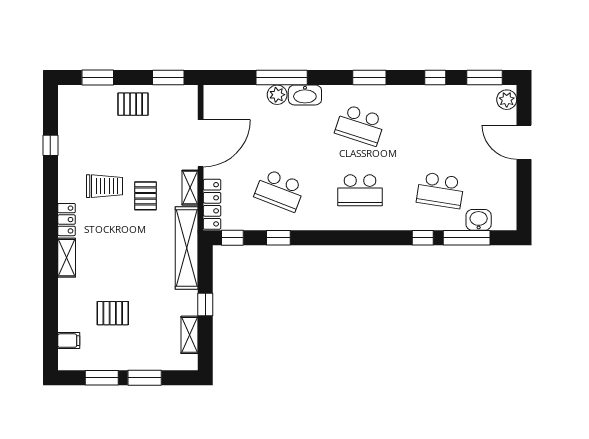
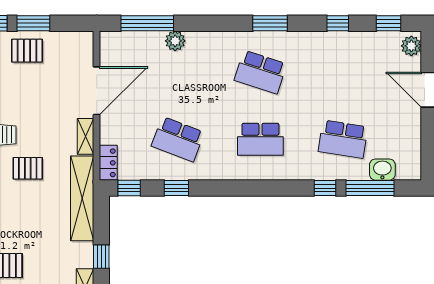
window: (168, 78) -> (33, 23), moved
window: (282, 78) -> (147, 23), moved
window: (485, 78) -> (389, 23), width x0.67
washbasin: (305, 95) -> (204, 41), removed
pallet: (145, 196) -> (28, 168), moved, turned 90
locker: (212, 204) -> (108, 163), width x0.66

